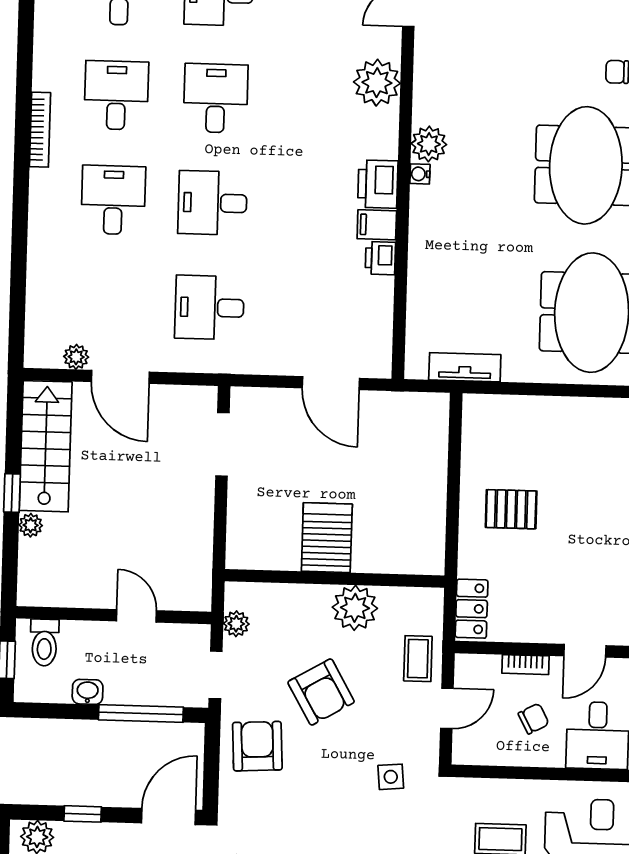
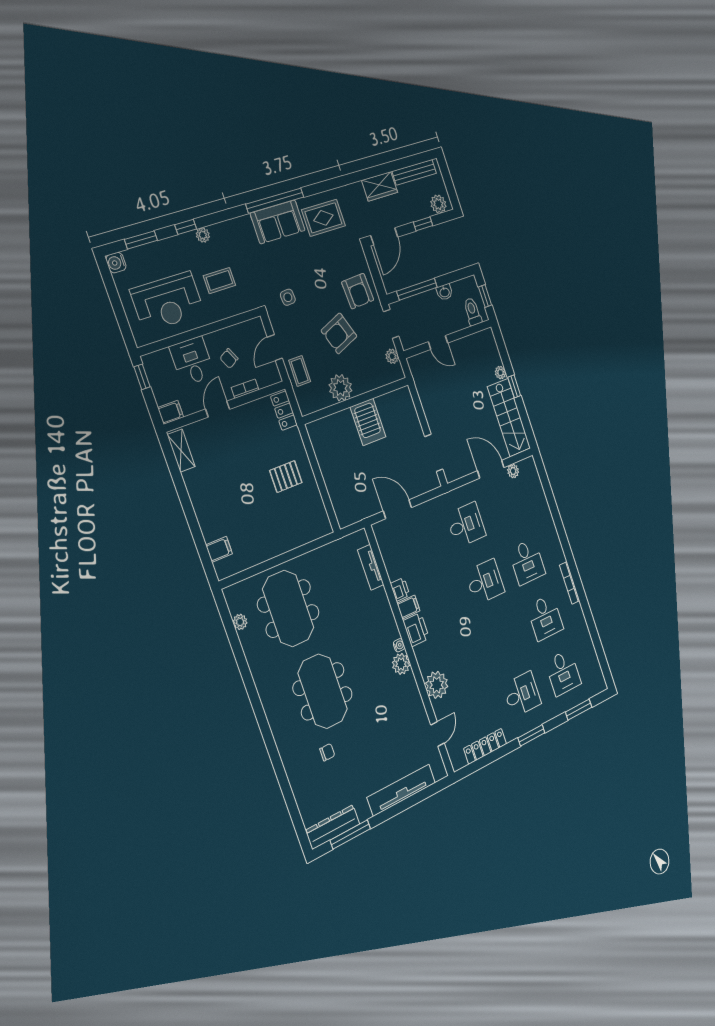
desk: (216, 98) -> (503, 638), removed
tv unit: (465, 367) -> (371, 567), moved, turned 90
armchair: (321, 692) -> (339, 333), turned -81

